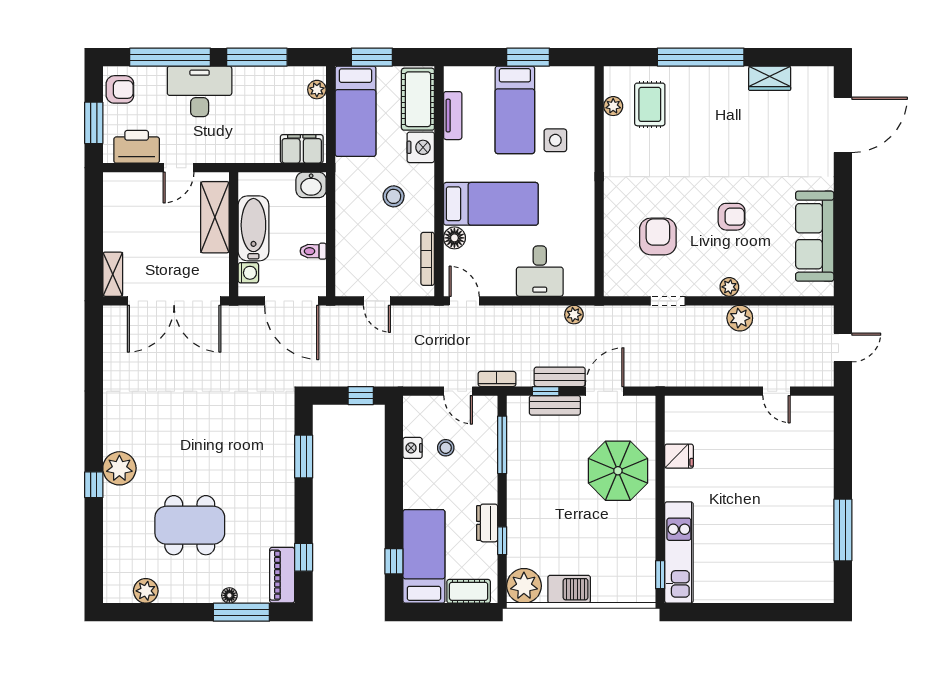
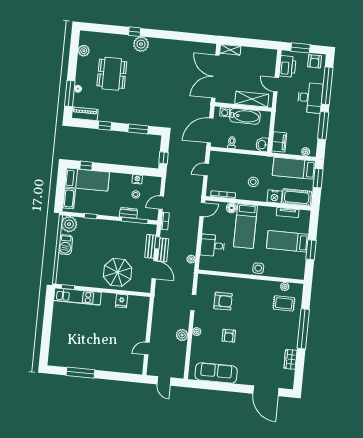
side table: (555, 140) -> (258, 268), moved
dresser: (487, 523) -> (128, 213), moved
window: (304, 557) -> (105, 126), moved

